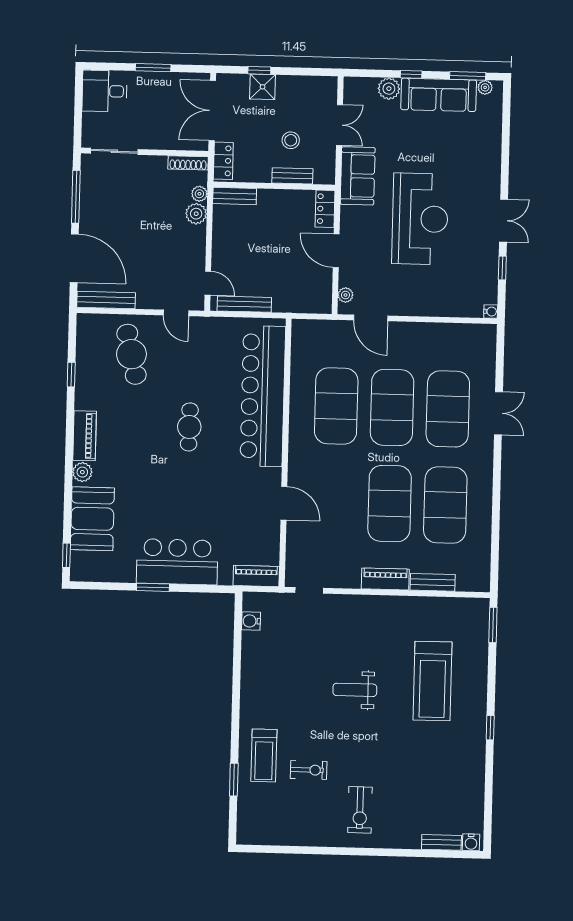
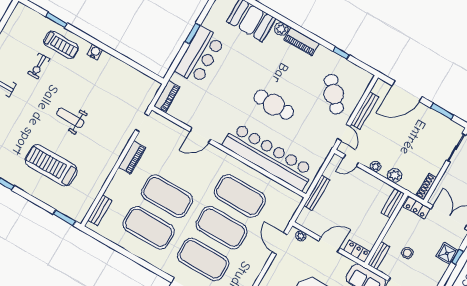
bench: (292, 176) -> (379, 256), moved
plant: (199, 194) -> (375, 166), moved
window: (76, 197) -> (442, 111), width x0.69
bench: (106, 300) -> (365, 111), moved
bench: (244, 304) -> (317, 193), moved
door: (176, 313) -> (344, 133), swing flipped
door: (371, 318) -> (280, 243), hinge flipped
cafe table: (131, 354) -> (334, 94), turned 62
cafe table: (189, 427) -> (274, 105), width x1.37, depth x1.35
piano: (385, 579) -> (132, 158), moved
bench: (433, 582) -> (100, 210), moved
water cooler: (251, 621) -> (95, 52), moved
weight bench: (355, 690) -> (70, 118), turned -90
treadmill: (264, 755) -> (61, 45), turned 180

